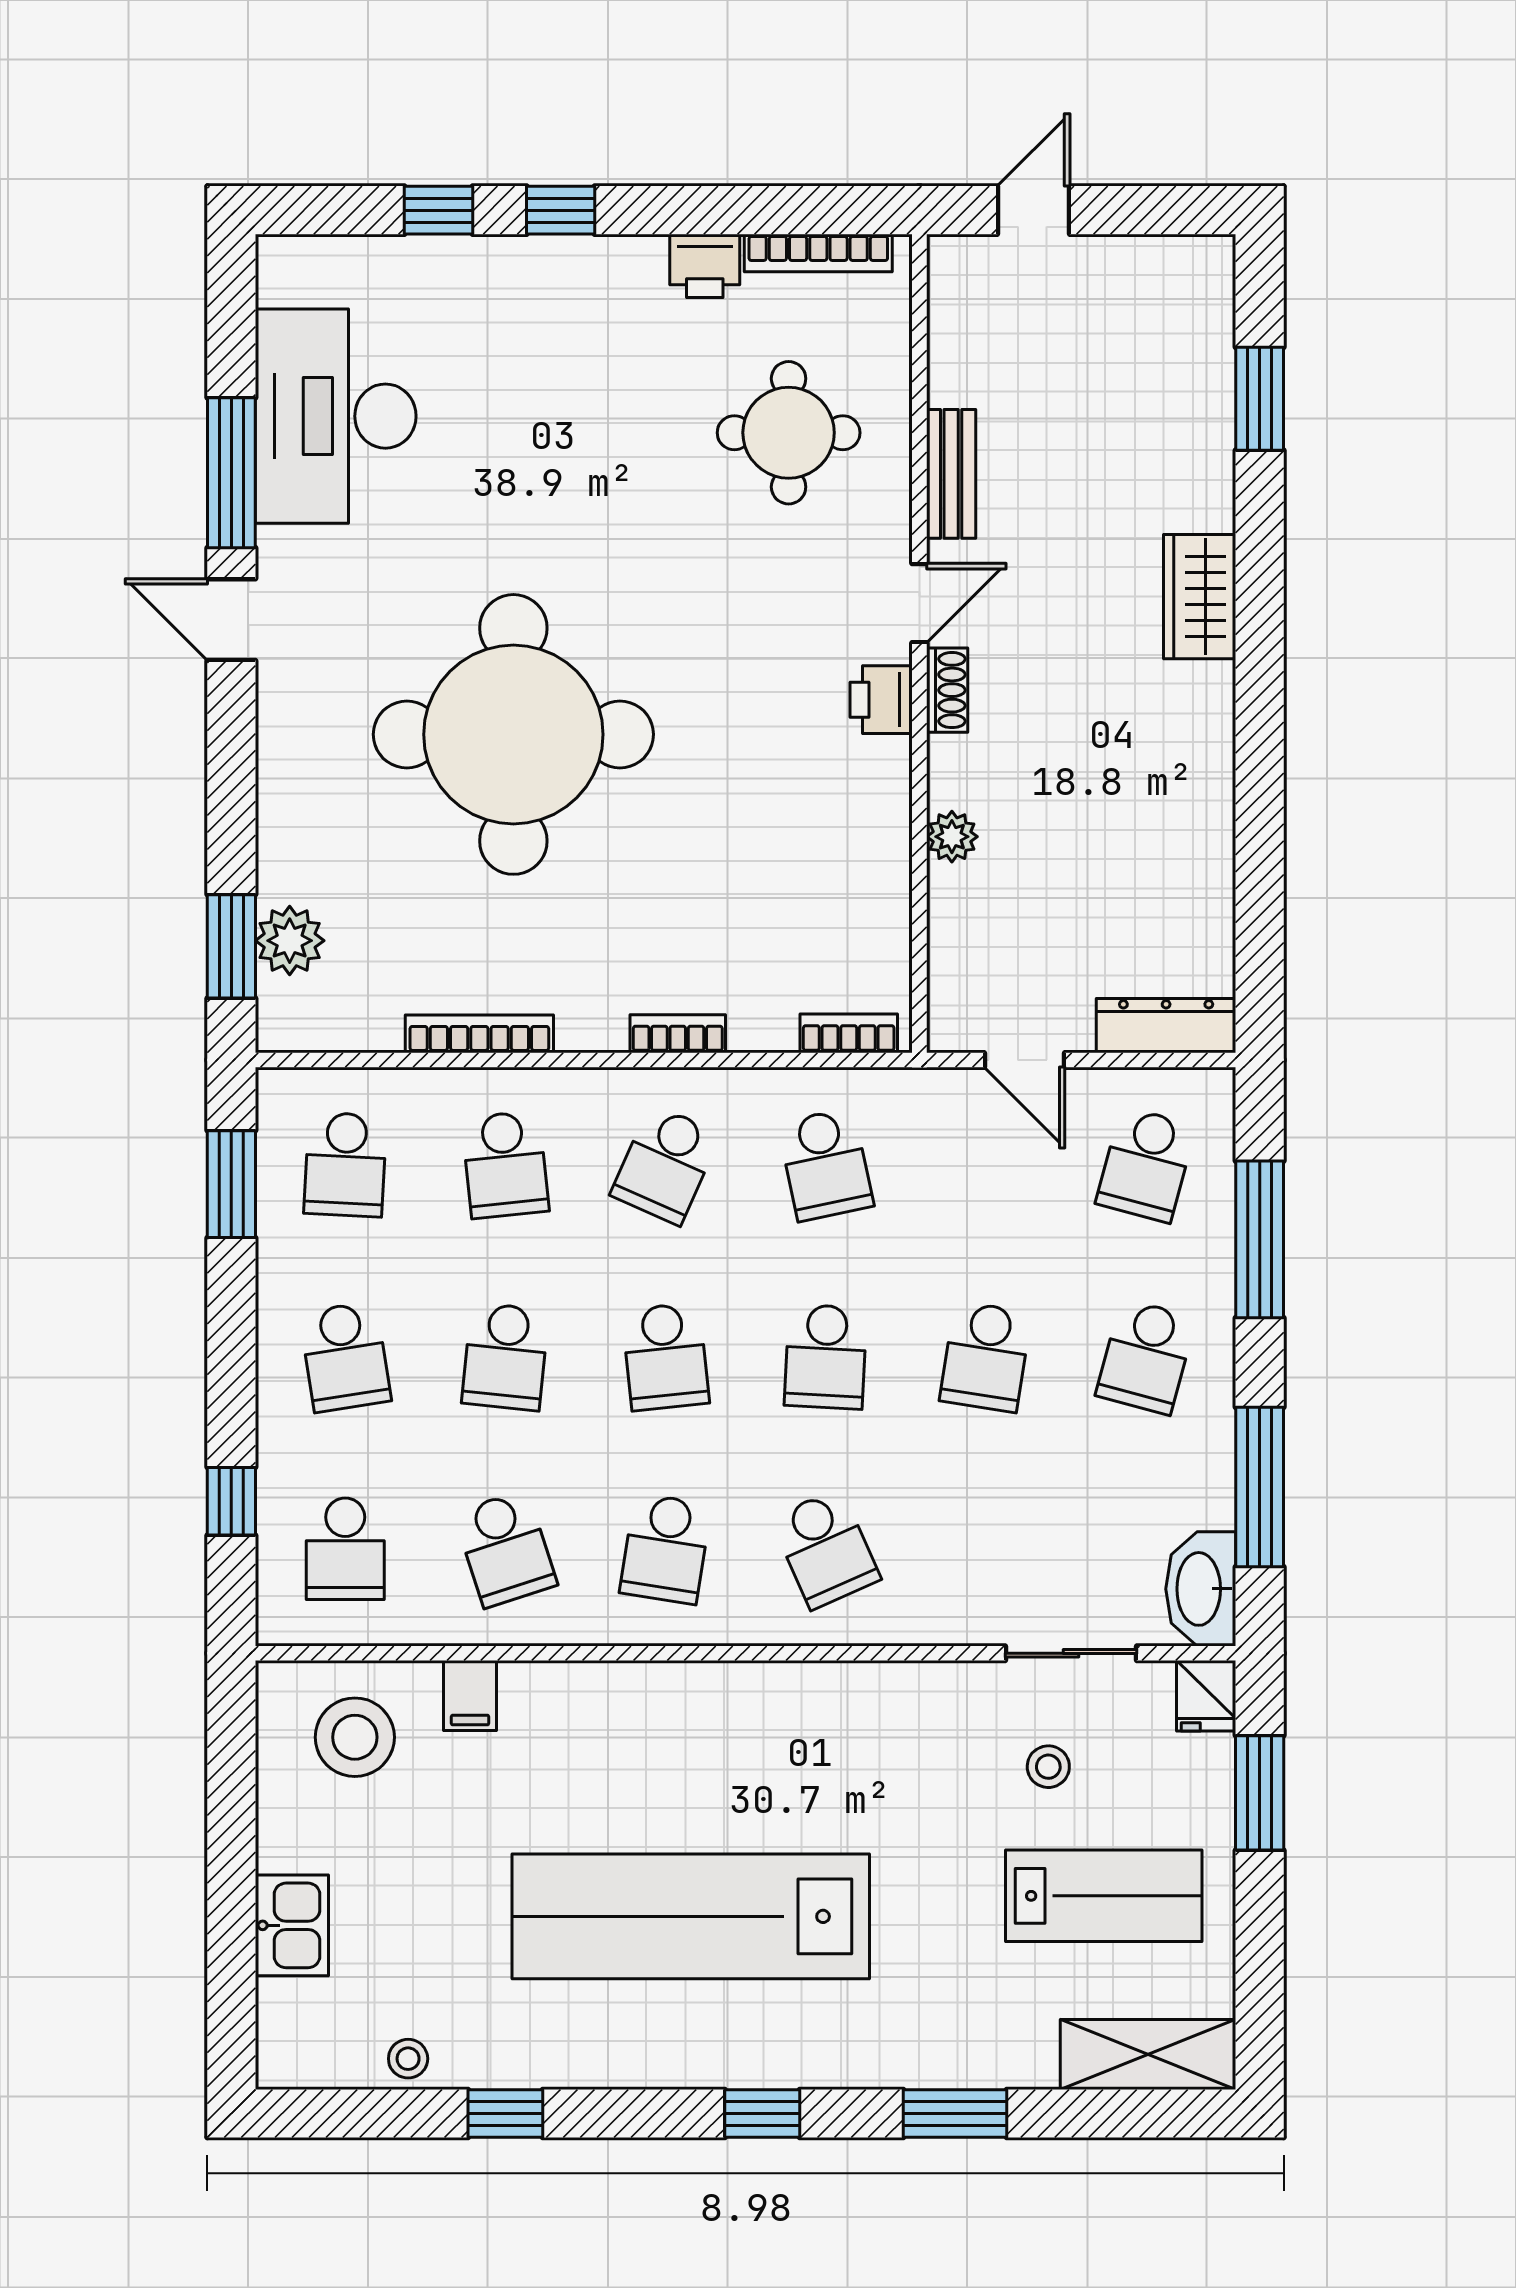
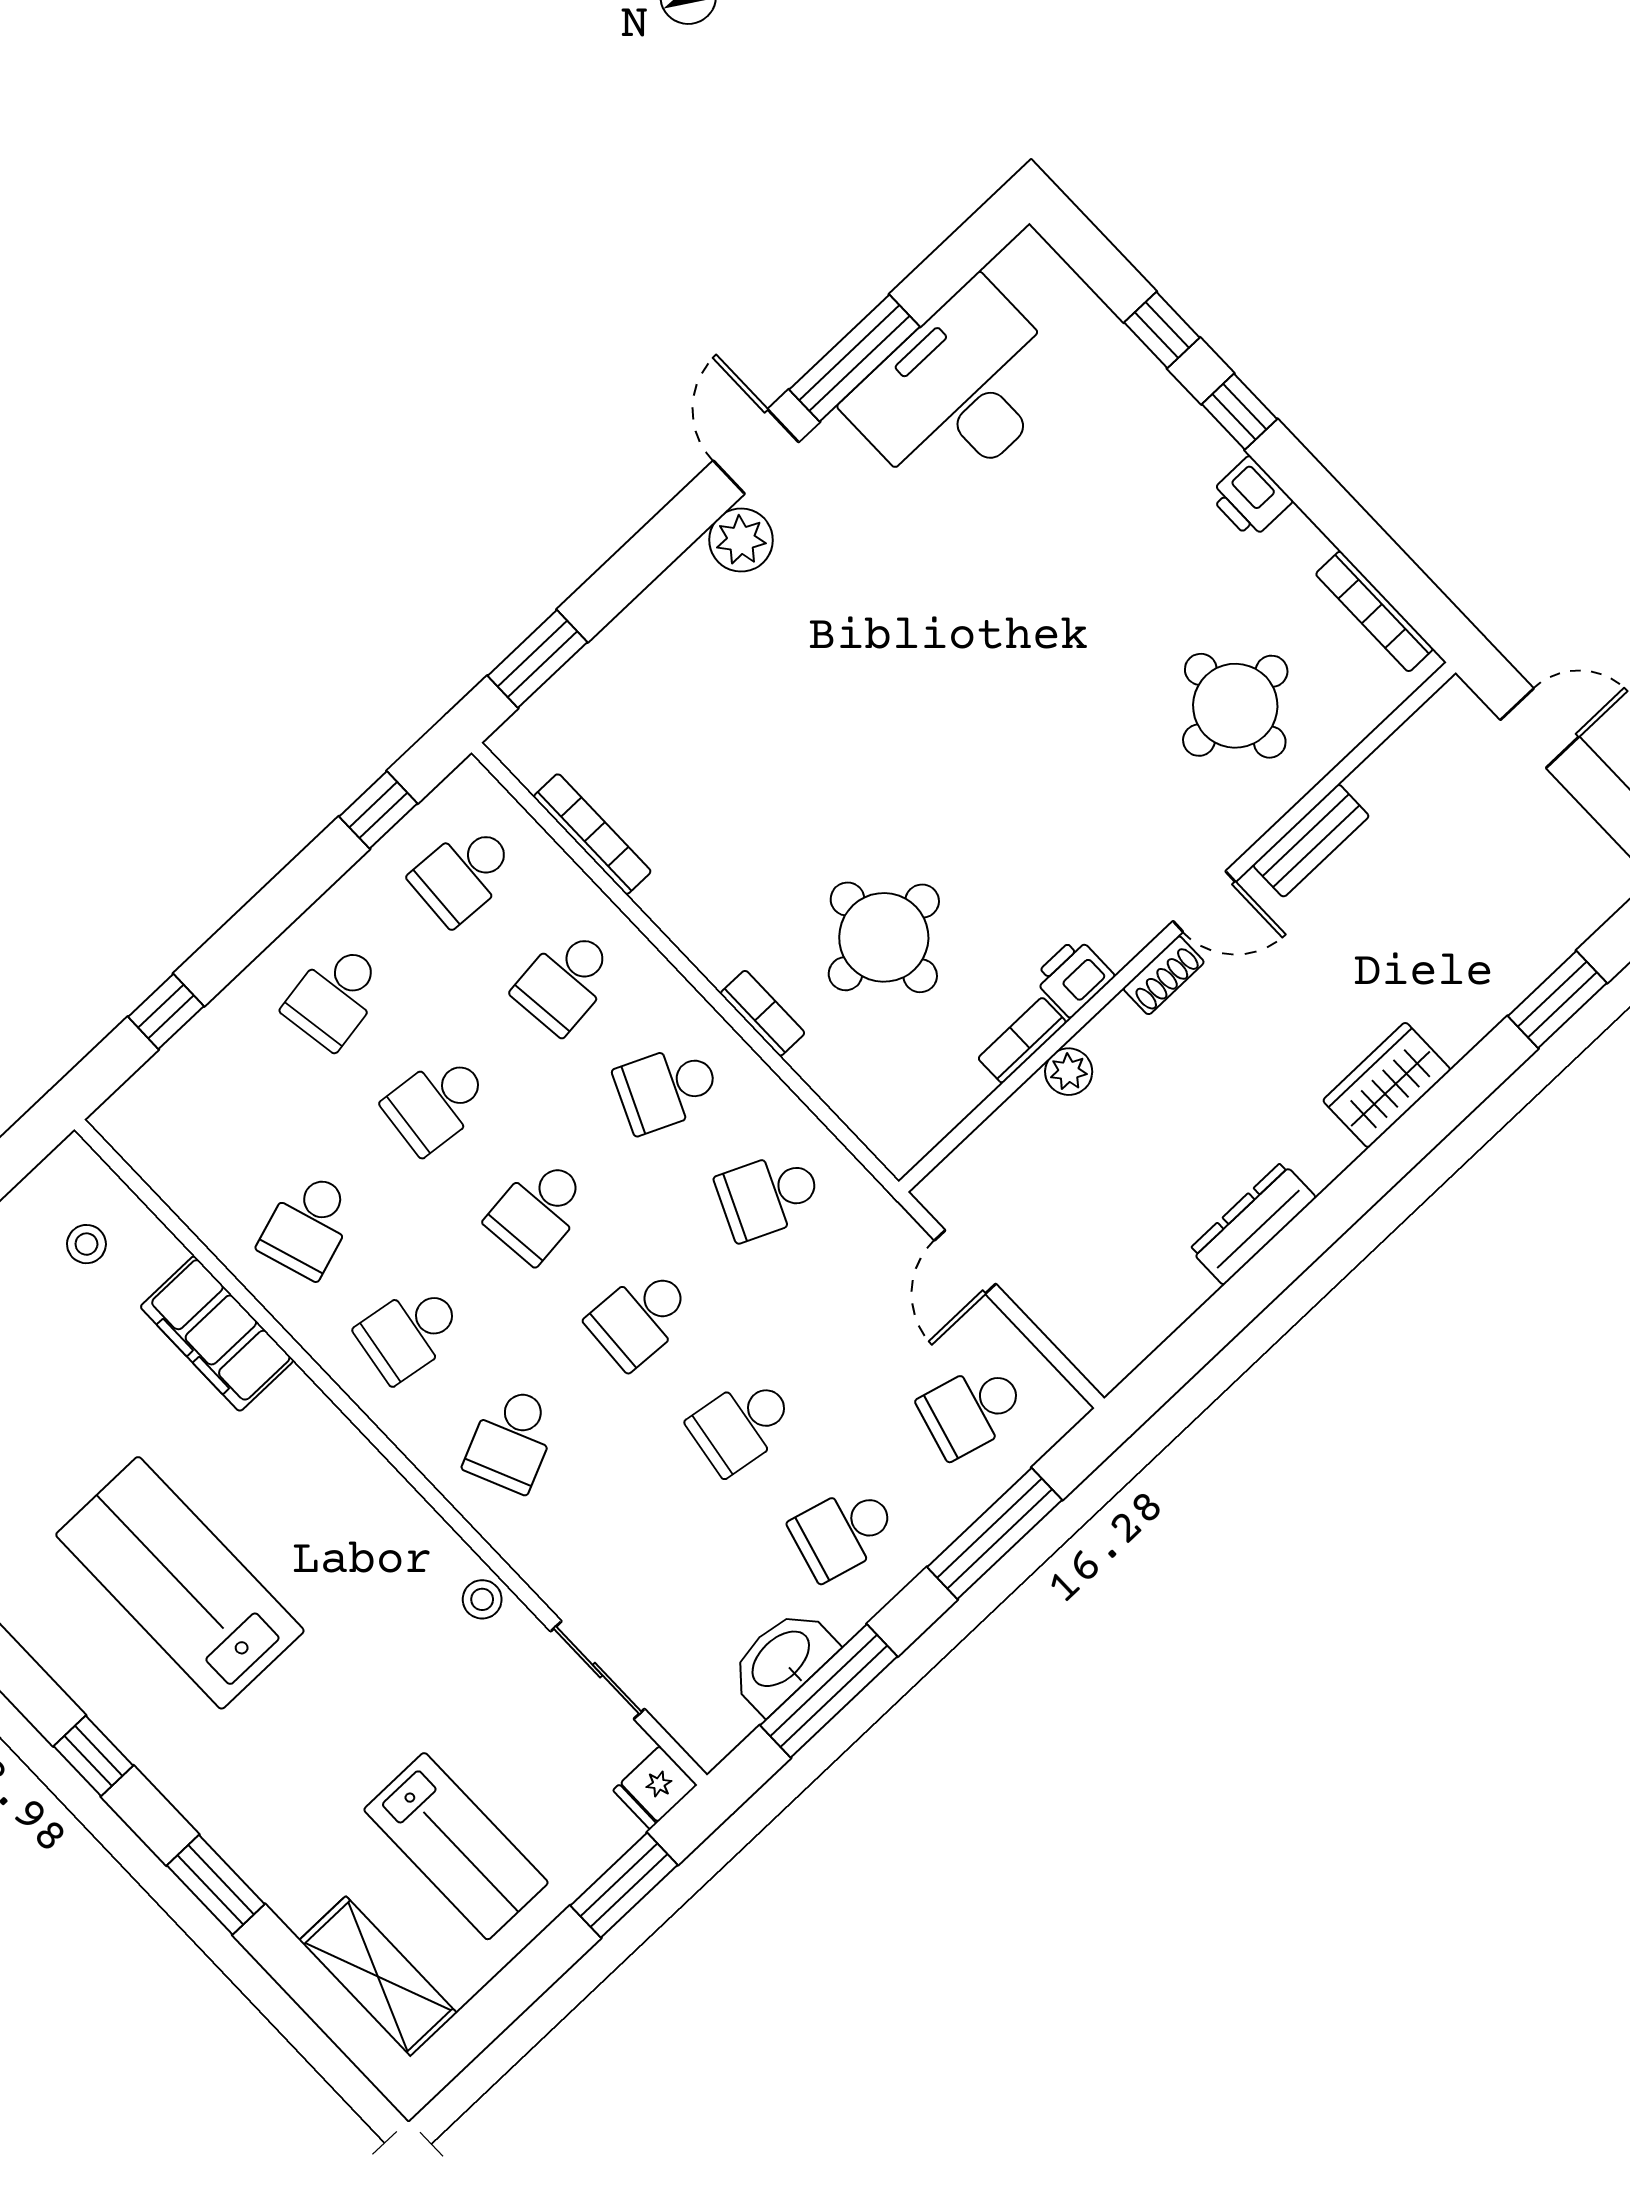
printer: (705, 266) -> (1250, 498), moved
printer: (881, 700) -> (1073, 977), moved
round table: (513, 734) -> (884, 937), moved, width x0.54, depth x0.54
plant: (290, 941) -> (741, 540), moved
dresser: (1166, 1026) -> (1253, 1223), moved, turned -90
bookcase: (849, 1033) -> (1022, 1040), moved, turned -90
bookcase: (479, 1034) -> (592, 834), moved
school desk: (826, 1165) -> (769, 1195), turned 36
window: (231, 1184) -> (378, 810), width x0.67
school desk: (345, 1549) -> (207, 1118), removed
washbasin: (1201, 1589) -> (782, 1660), moved
filing cabinet: (470, 1696) -> (217, 1334), width x3.00, depth x1.17
stool: (355, 1737) -> (86, 1244), width x0.53, depth x0.53
stool: (1048, 1767) -> (482, 1599), moved
lab bench: (691, 1916) -> (180, 1583), width x0.73

